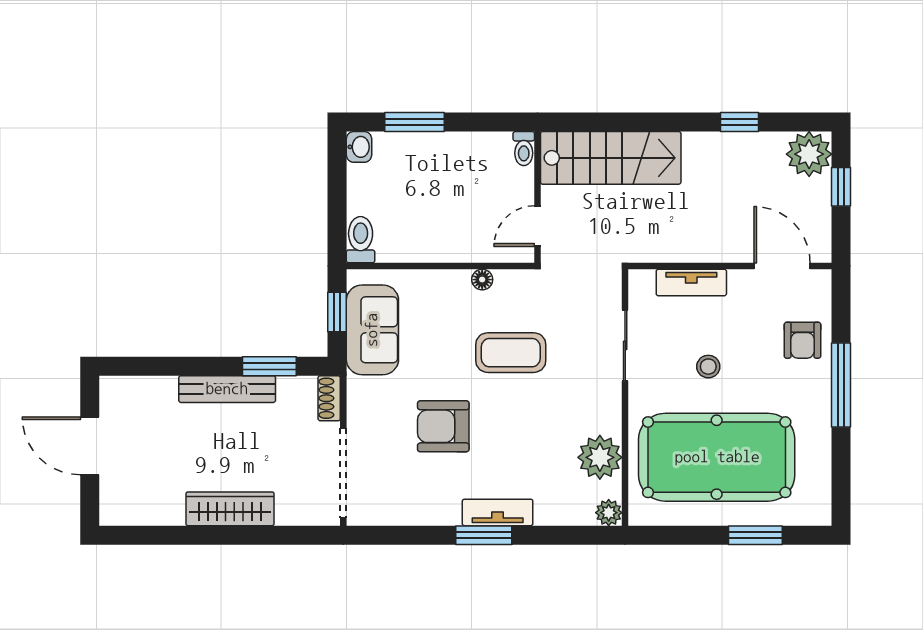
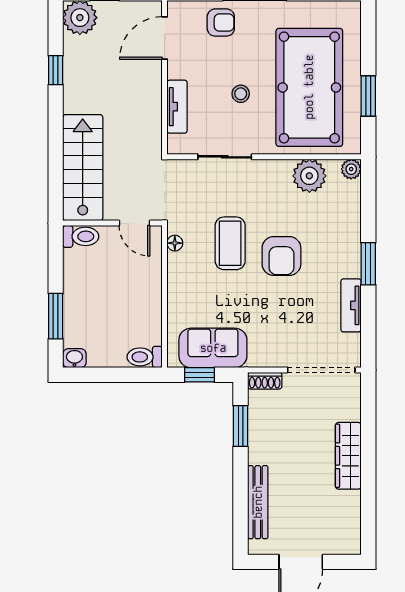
toilet: (524, 149) -> (81, 236), width x1.37, depth x1.39
floor lamp: (482, 280) -> (175, 243), moved
bench: (227, 389) -> (258, 502), moved
armchair: (443, 426) -> (281, 256), moved
tv unit: (498, 512) -> (351, 305), moved
window: (755, 535) -> (368, 96), moved

